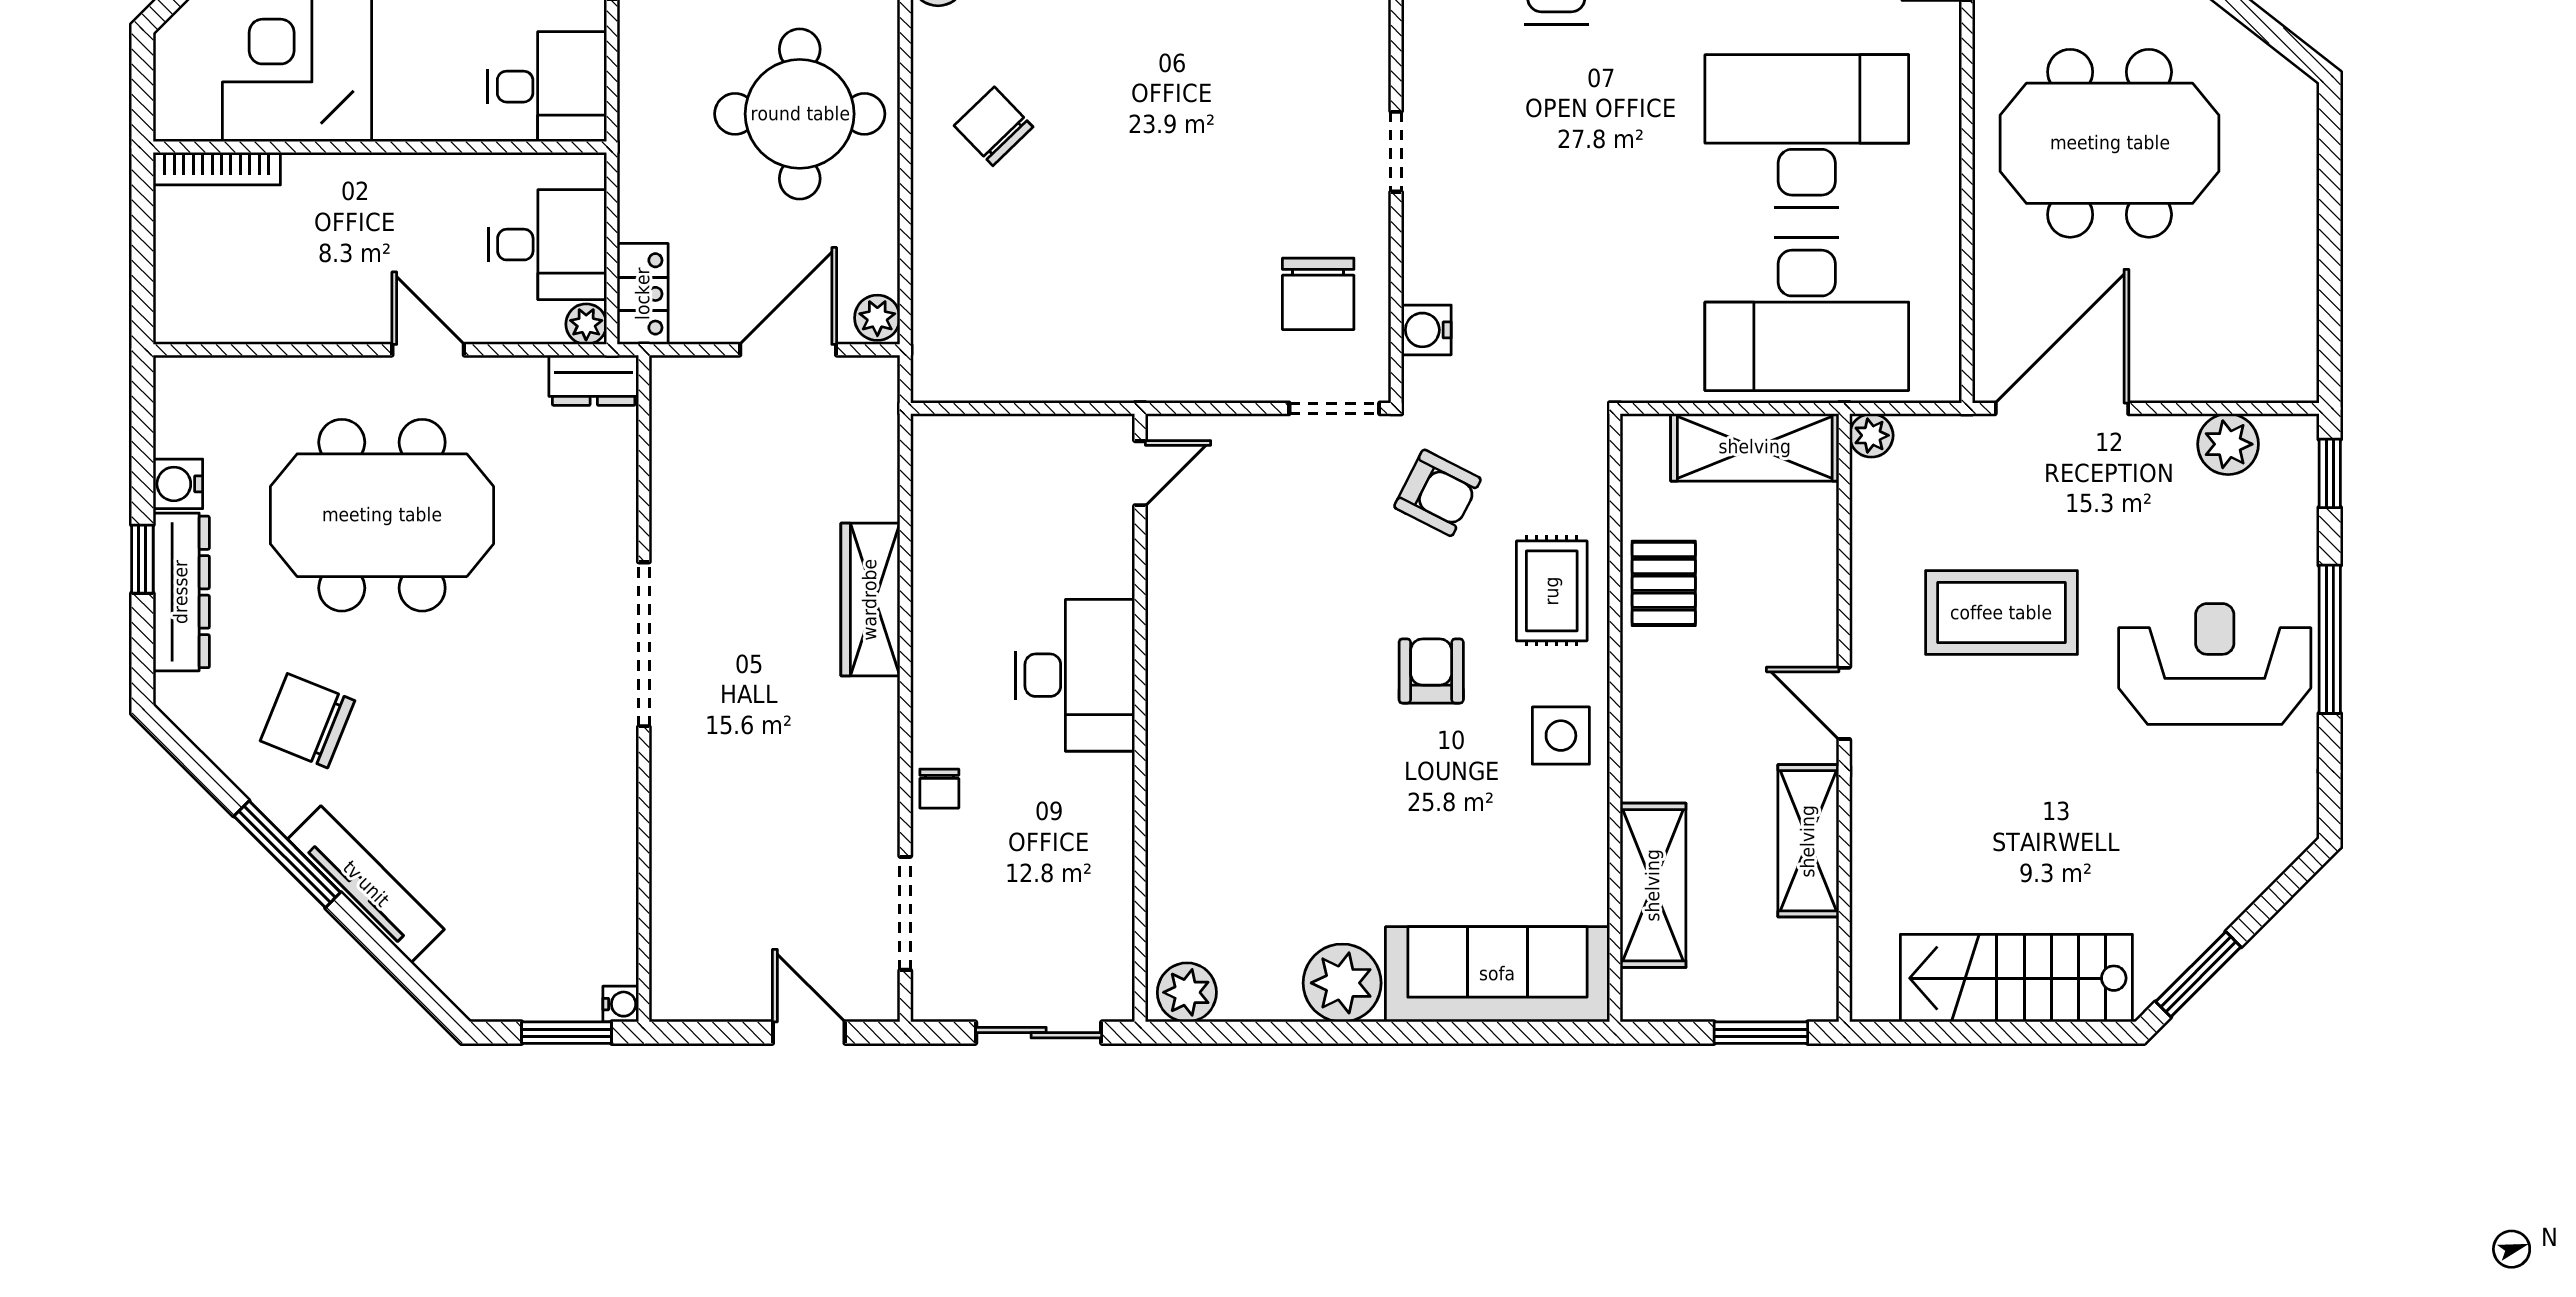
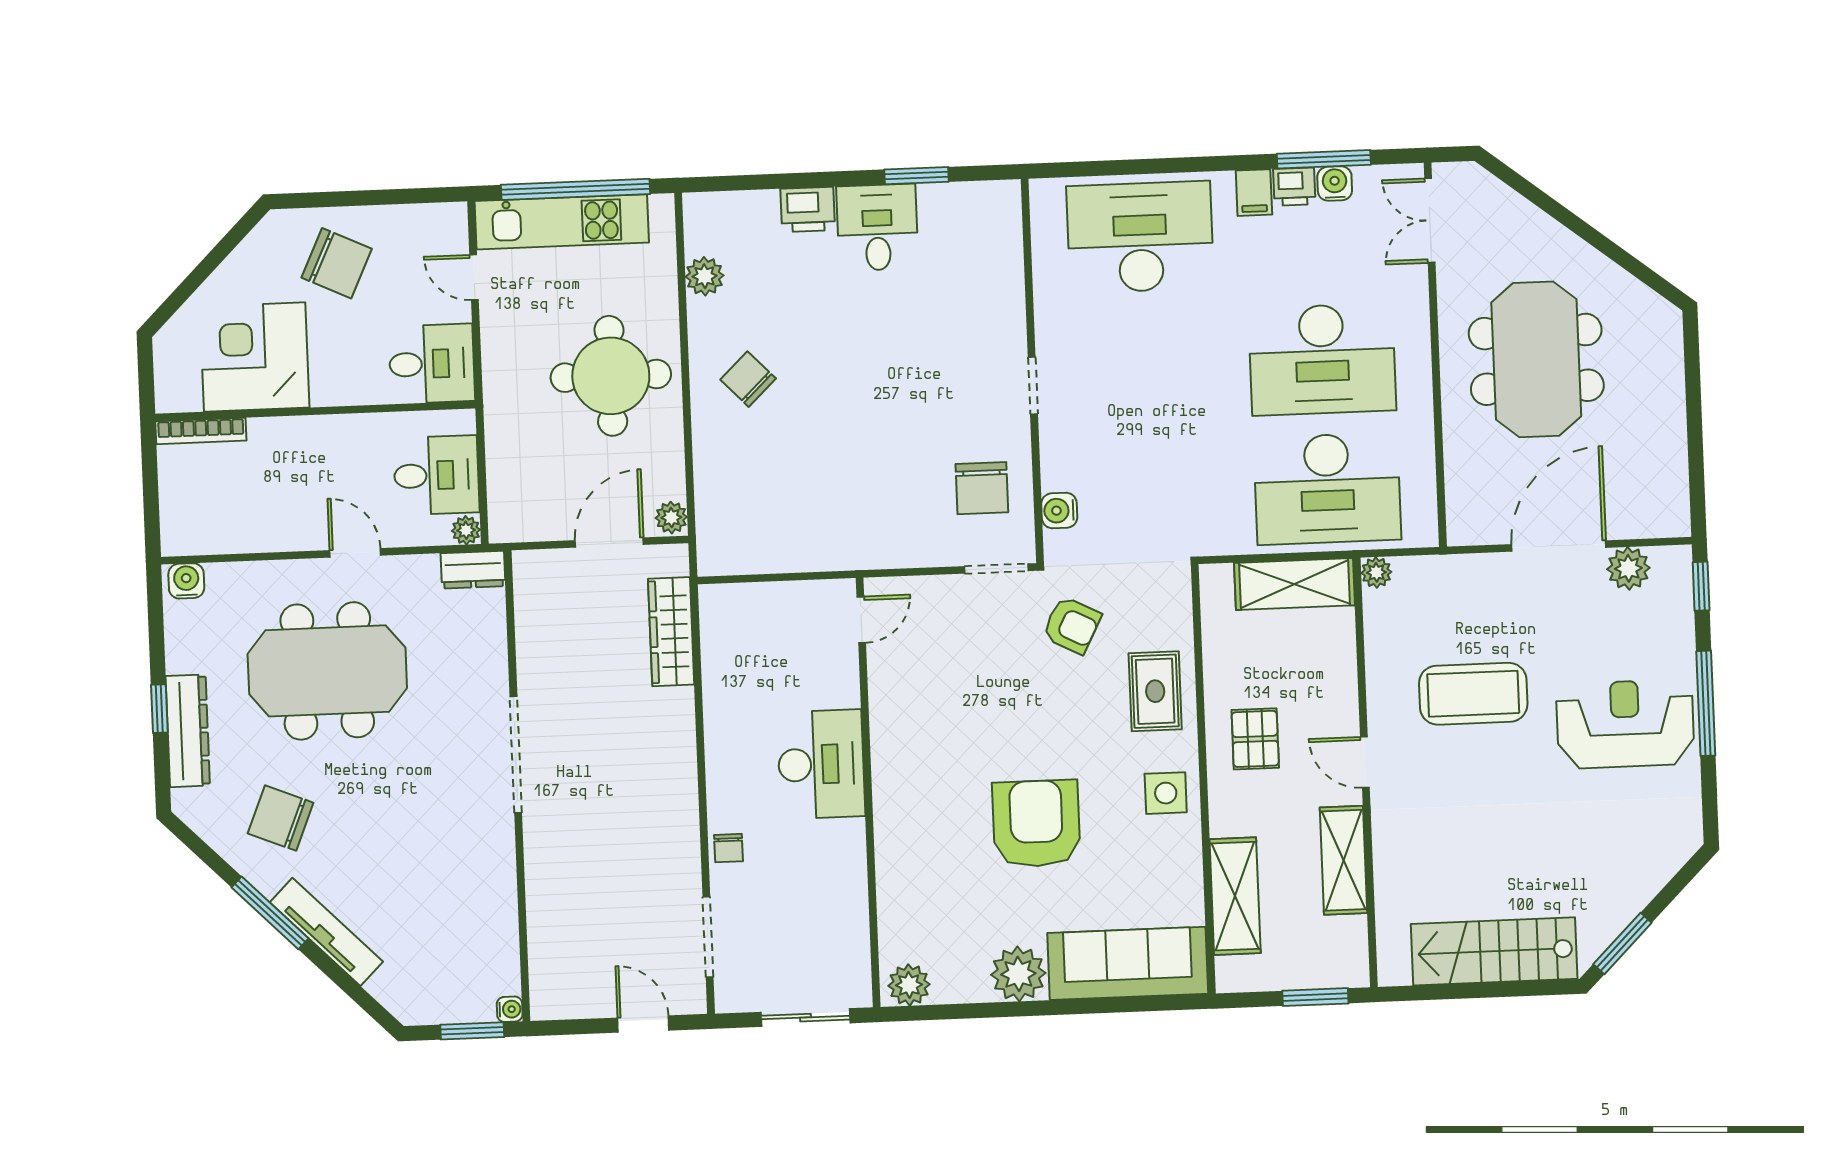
desk: (1807, 131) -> (1322, 359), turned 180
meeting table: (2110, 143) -> (1536, 359), turned 90
locker: (643, 294) -> (505, 507), removed
door: (2062, 408) -> (1559, 546), moved
water cooler: (178, 484) -> (186, 581), moved, turned 90
pallet: (1664, 583) -> (1255, 739), moved
wardrobe: (870, 600) -> (671, 632), moved
armchair: (1431, 671) -> (1036, 824), moved, width x1.88, depth x1.88

